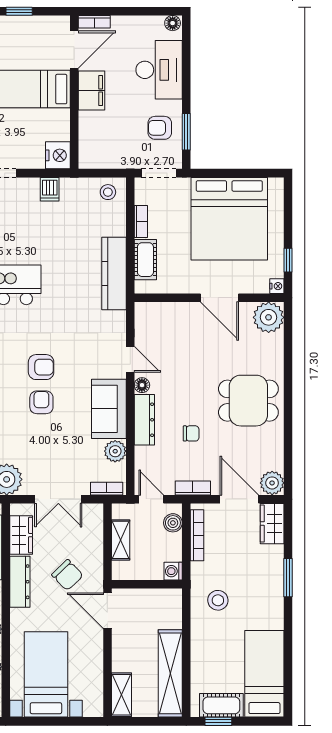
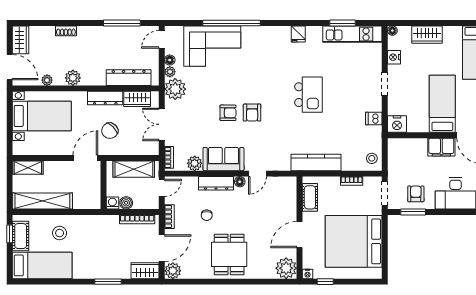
cot: (145, 260) -> (310, 197), moved, turned 90
boiler: (173, 523) -> (126, 203), moved
shelving: (121, 540) -> (134, 169), width x1.50, depth x1.33
stool: (218, 600) -> (60, 233), moved

